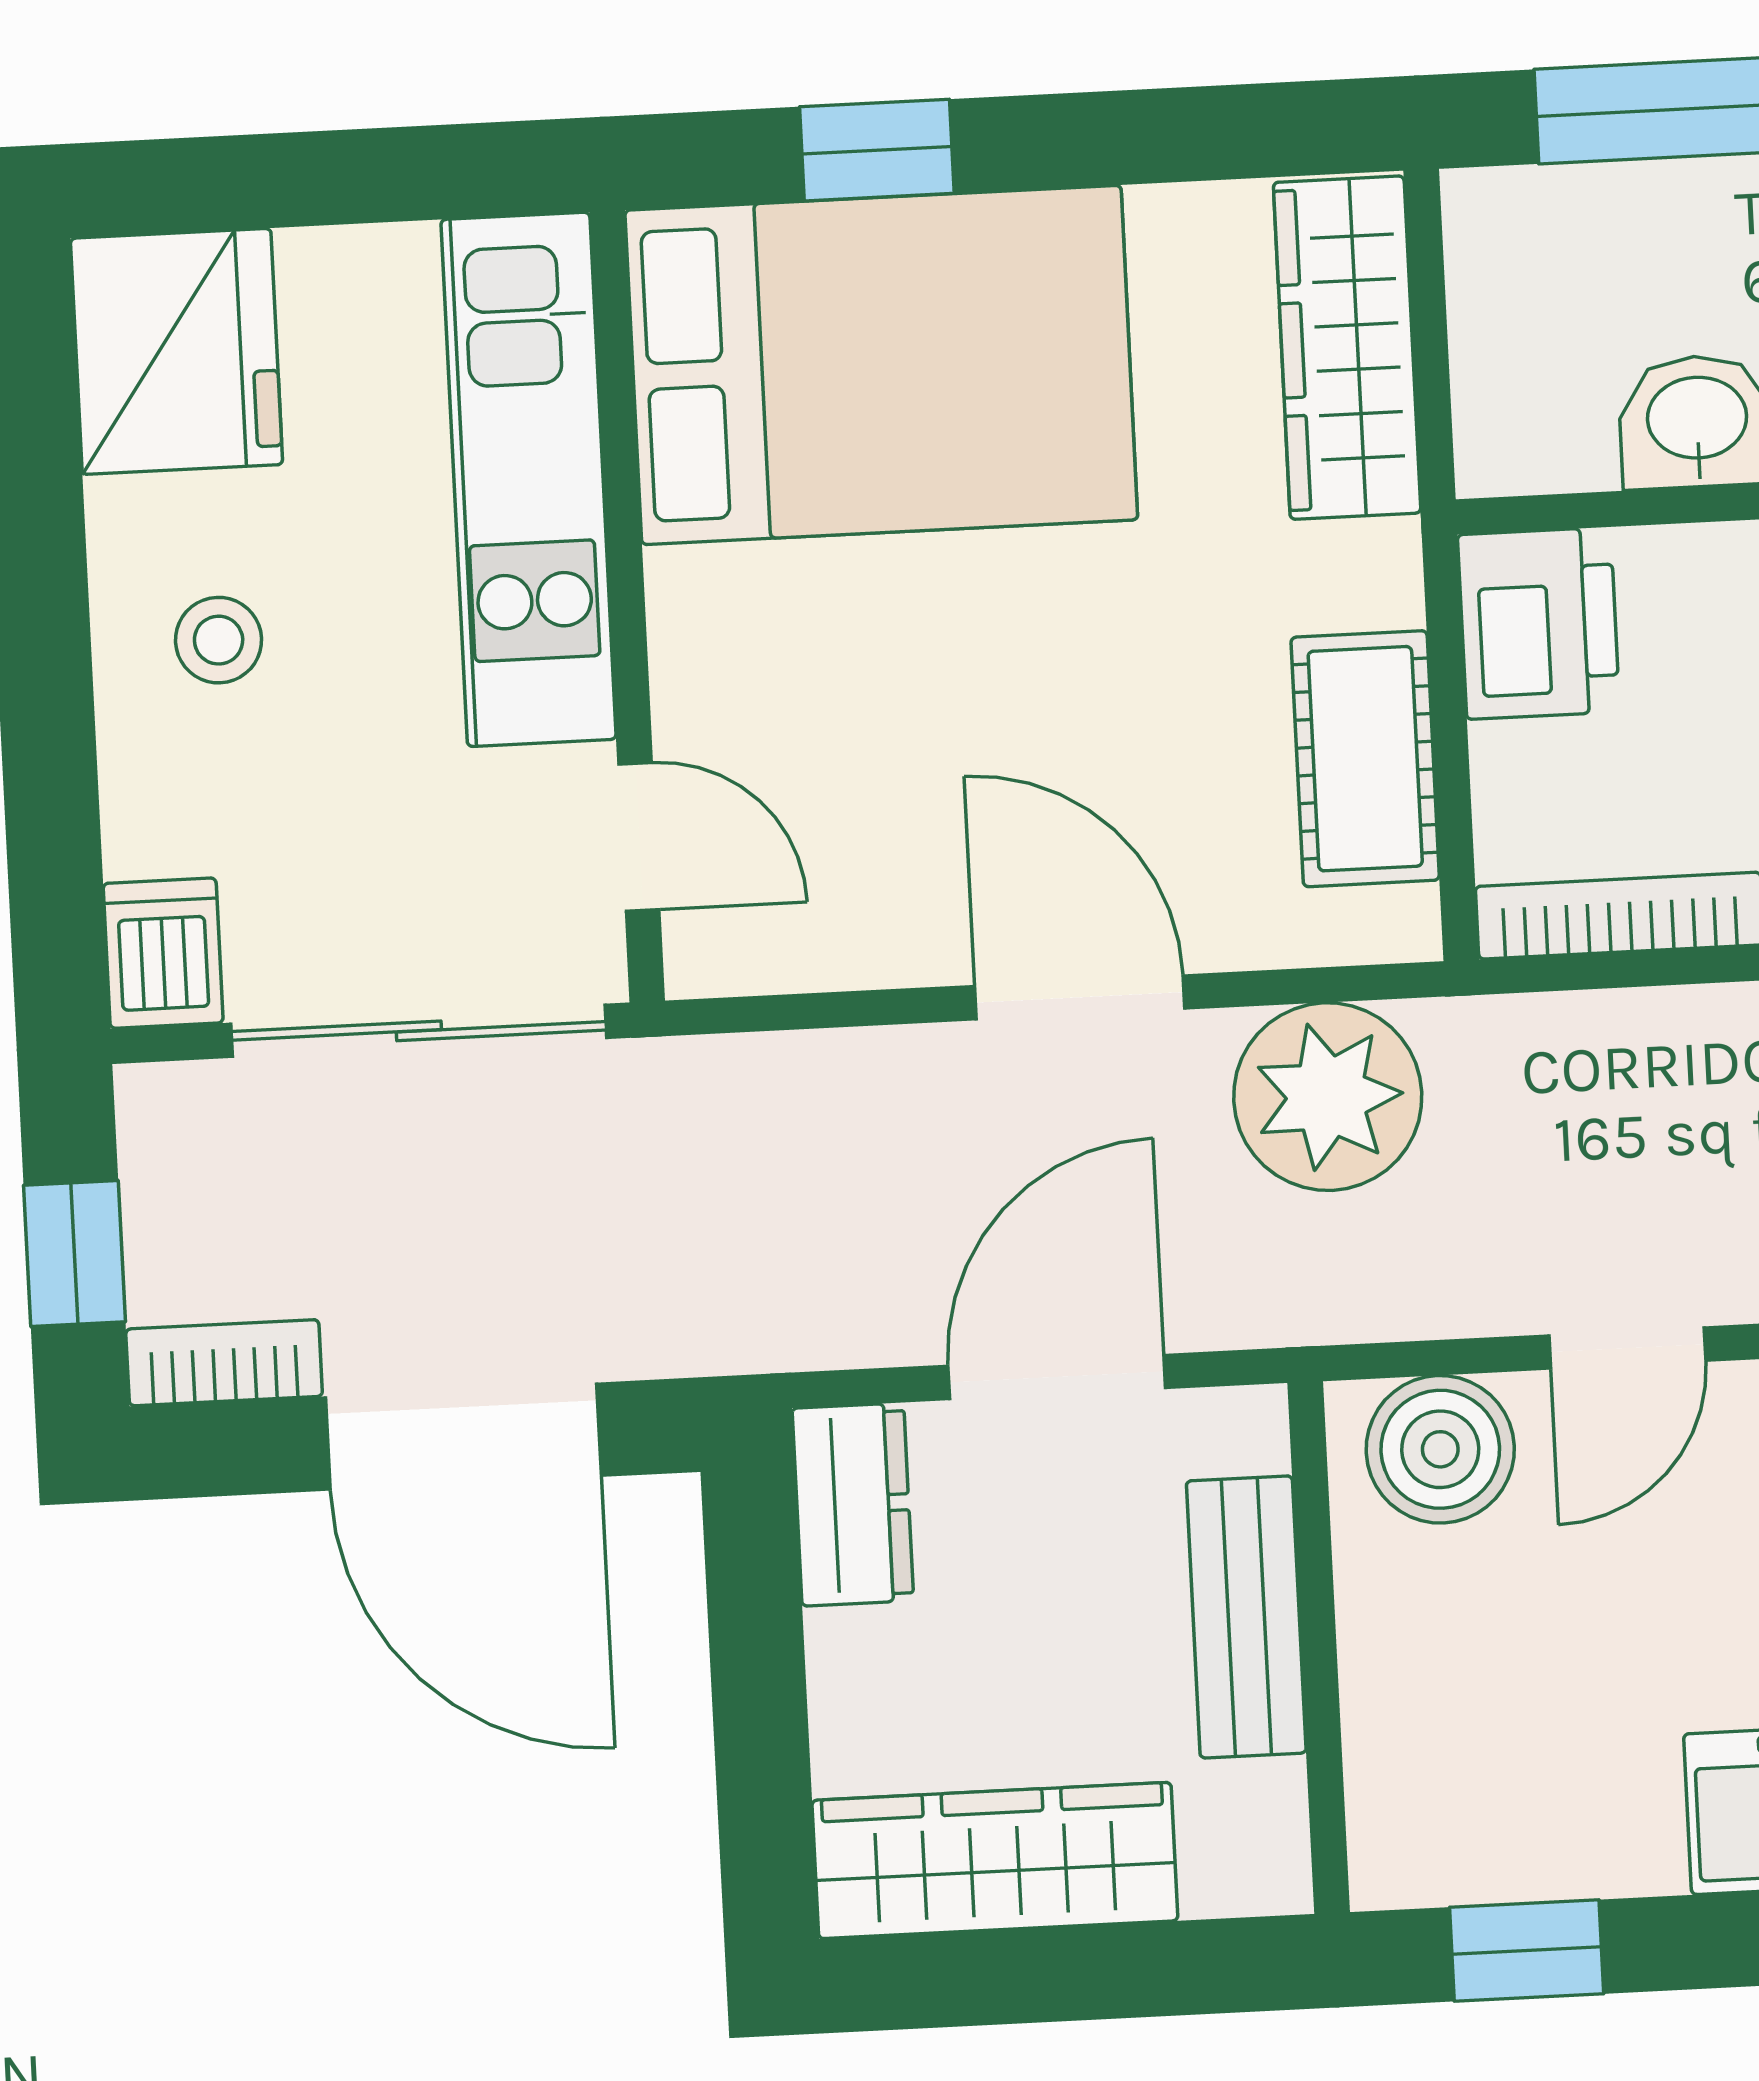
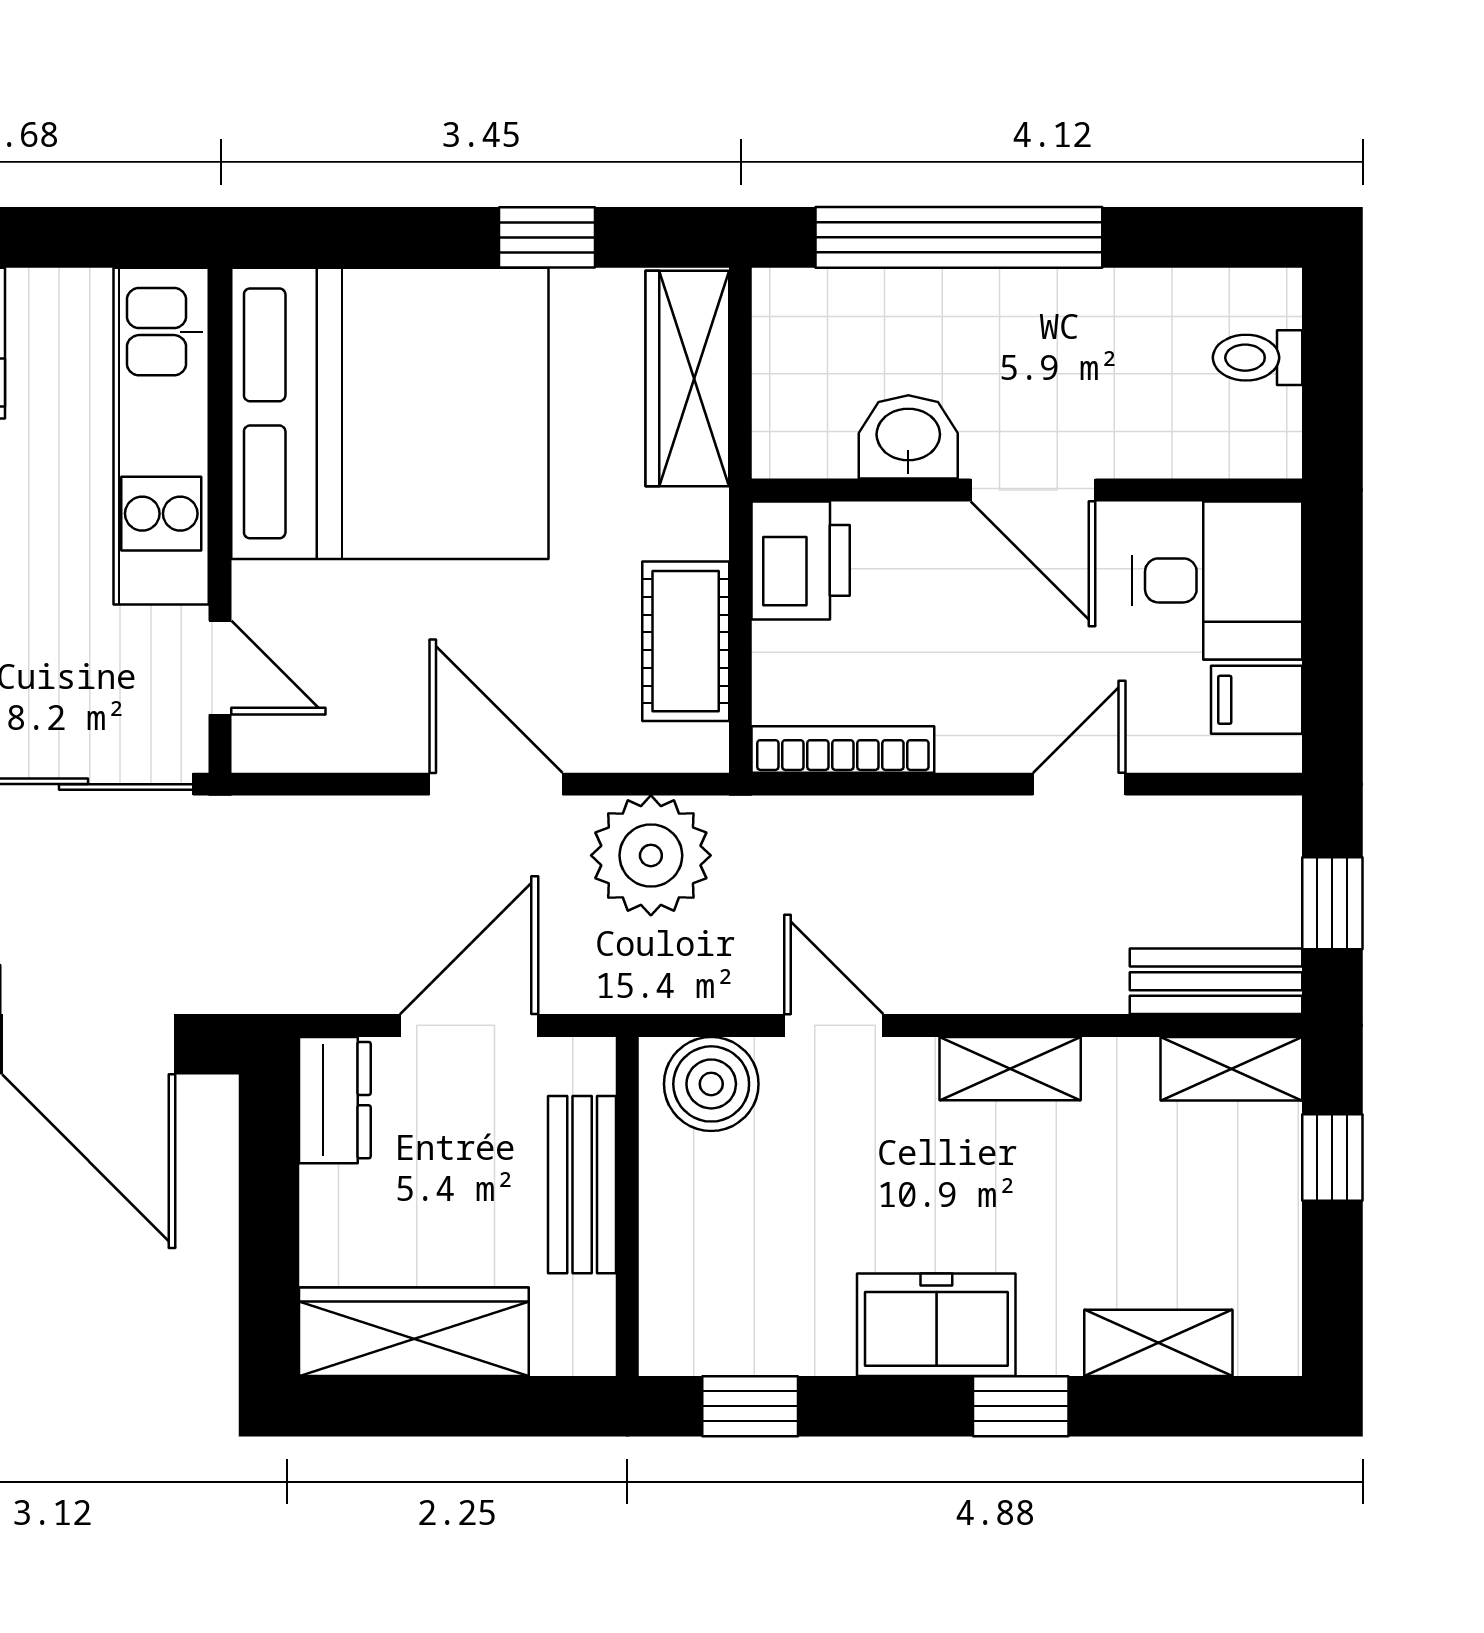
window: (877, 150) -> (547, 237), moved
bed: (881, 365) -> (390, 413), width x1.36
door: (1627, 1348) -> (834, 1025), swing flipped

